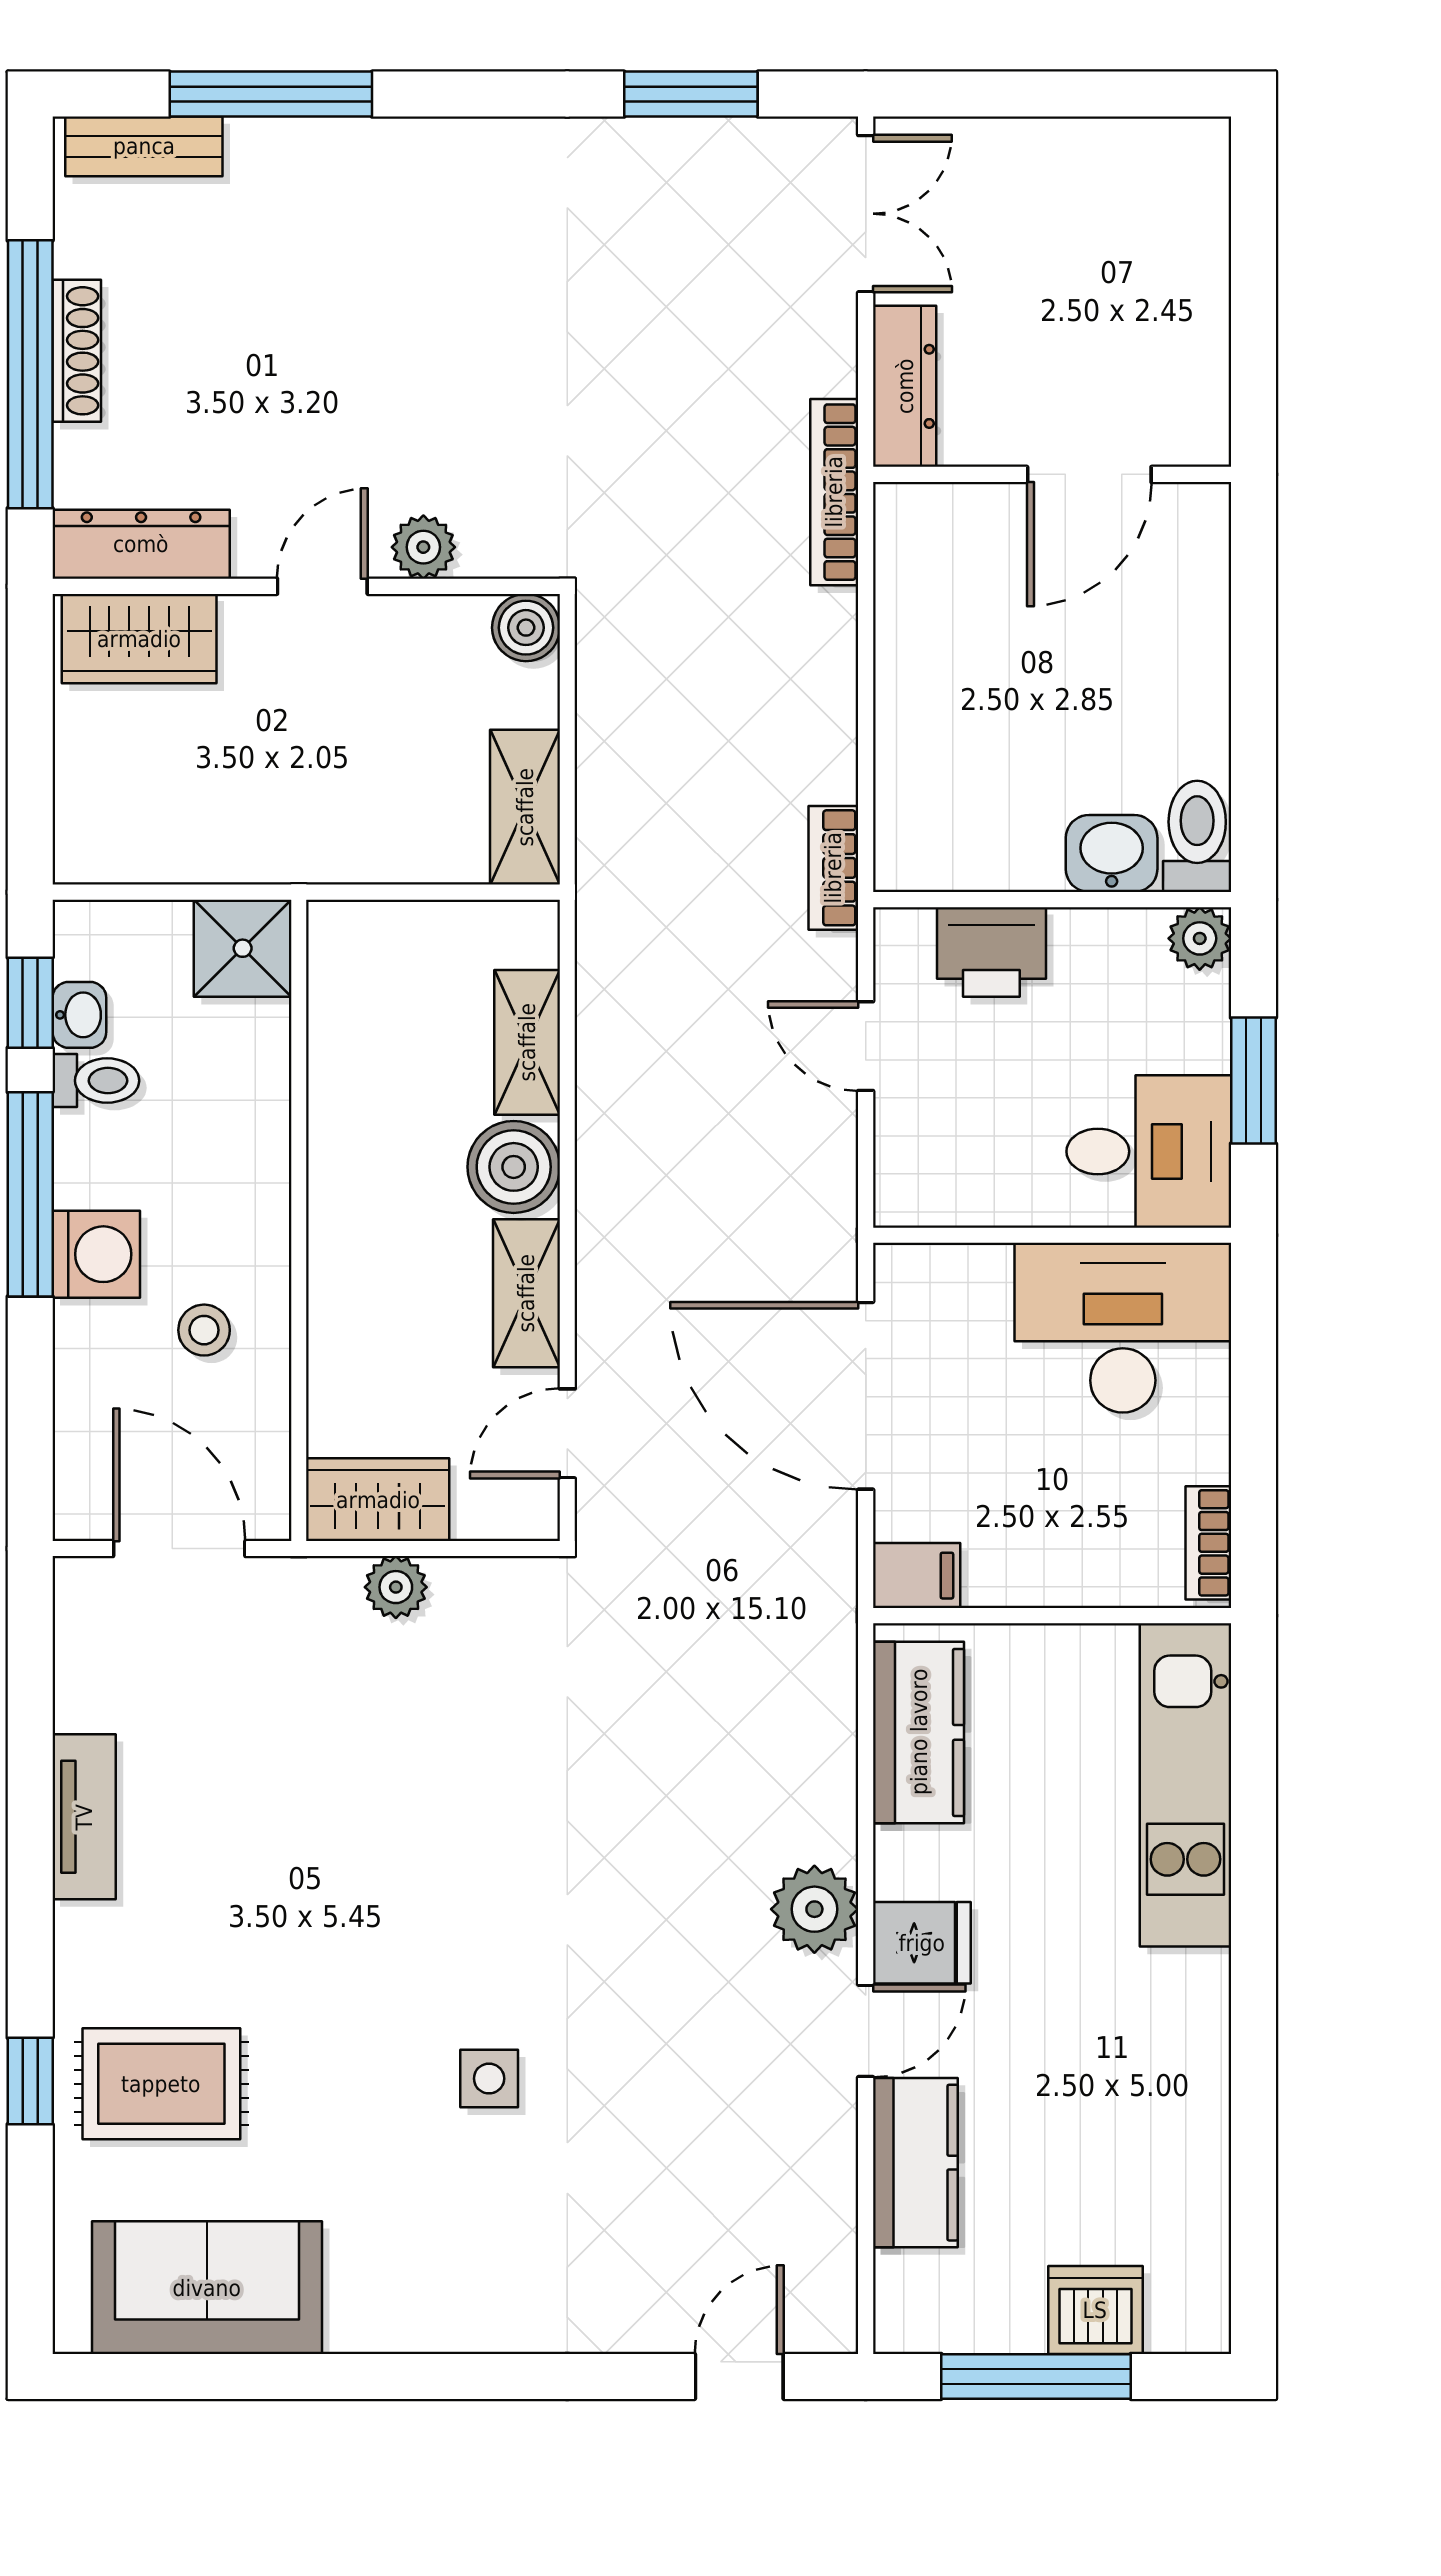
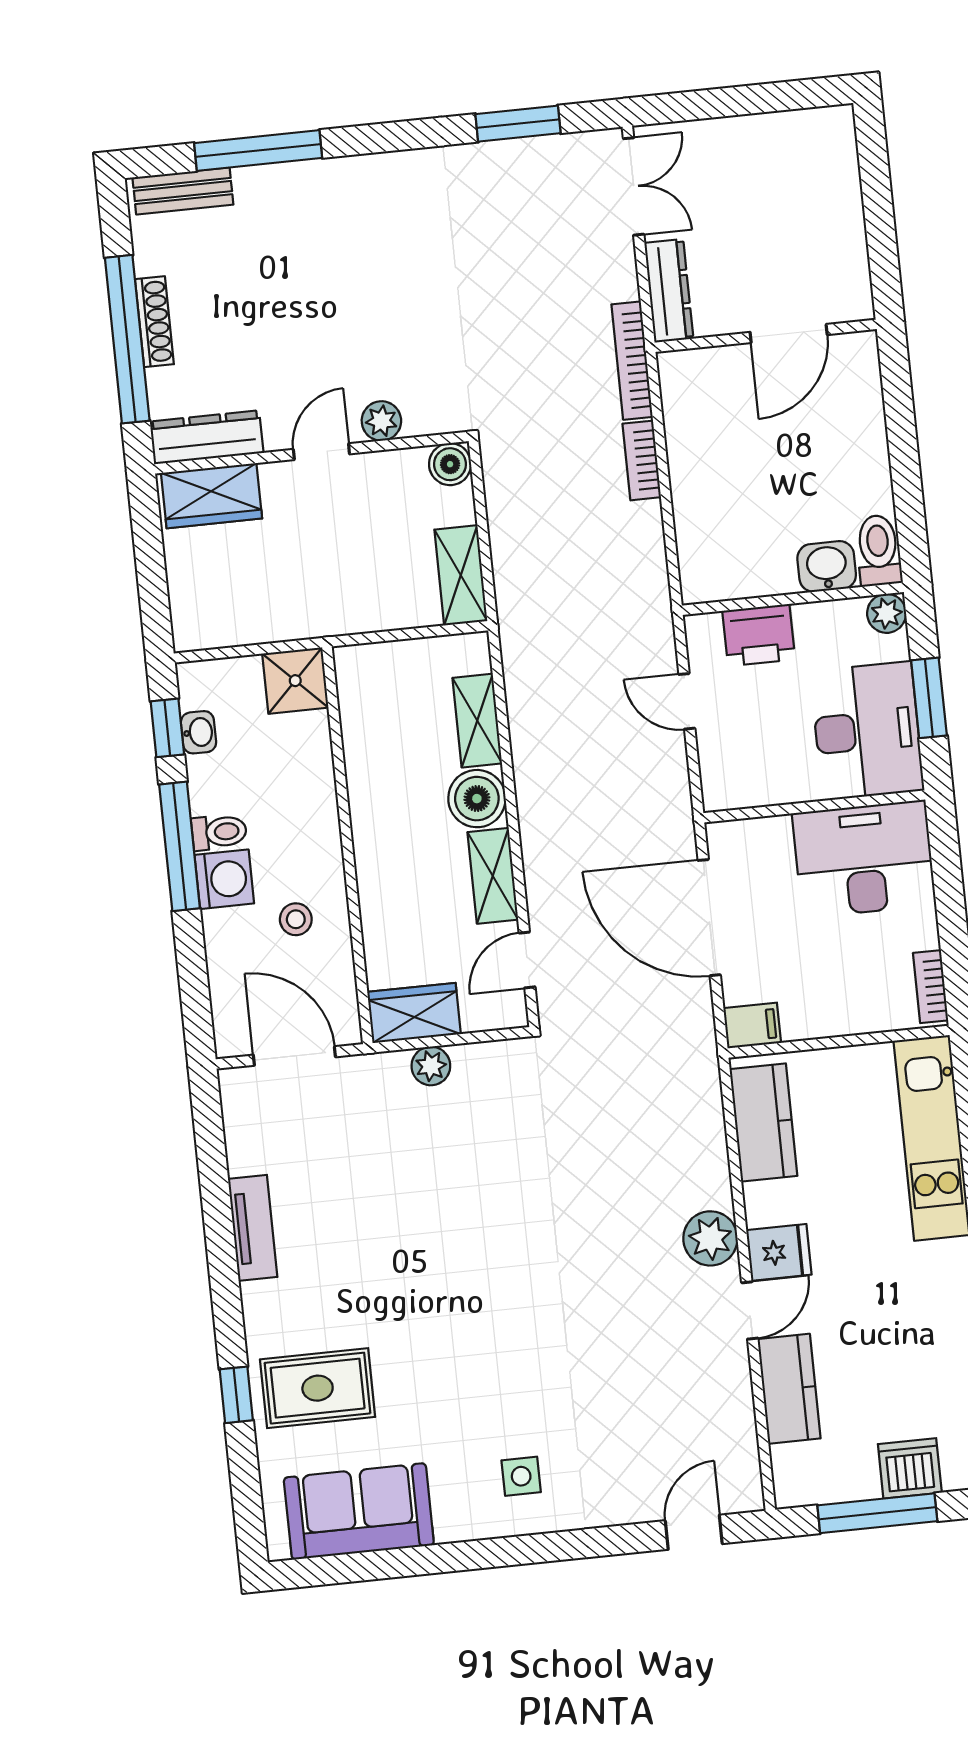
bookcase: (833, 868) -> (642, 460), moved
toilet: (96, 1081) -> (219, 832), moved
desk: (1149, 1151) -> (867, 731), width x1.37
side table: (489, 2079) -> (521, 1476), moved

